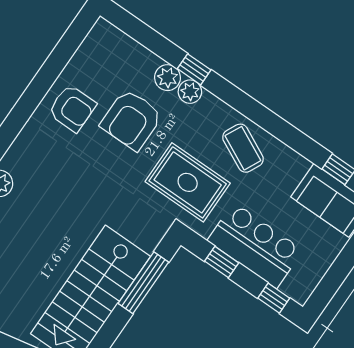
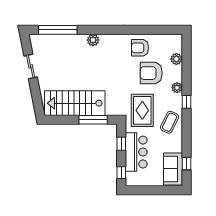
window: (194, 69) -> (186, 102), moved
plant: (167, 78) -> (176, 59), moved
armchair: (72, 108) -> (140, 48), turned 90

